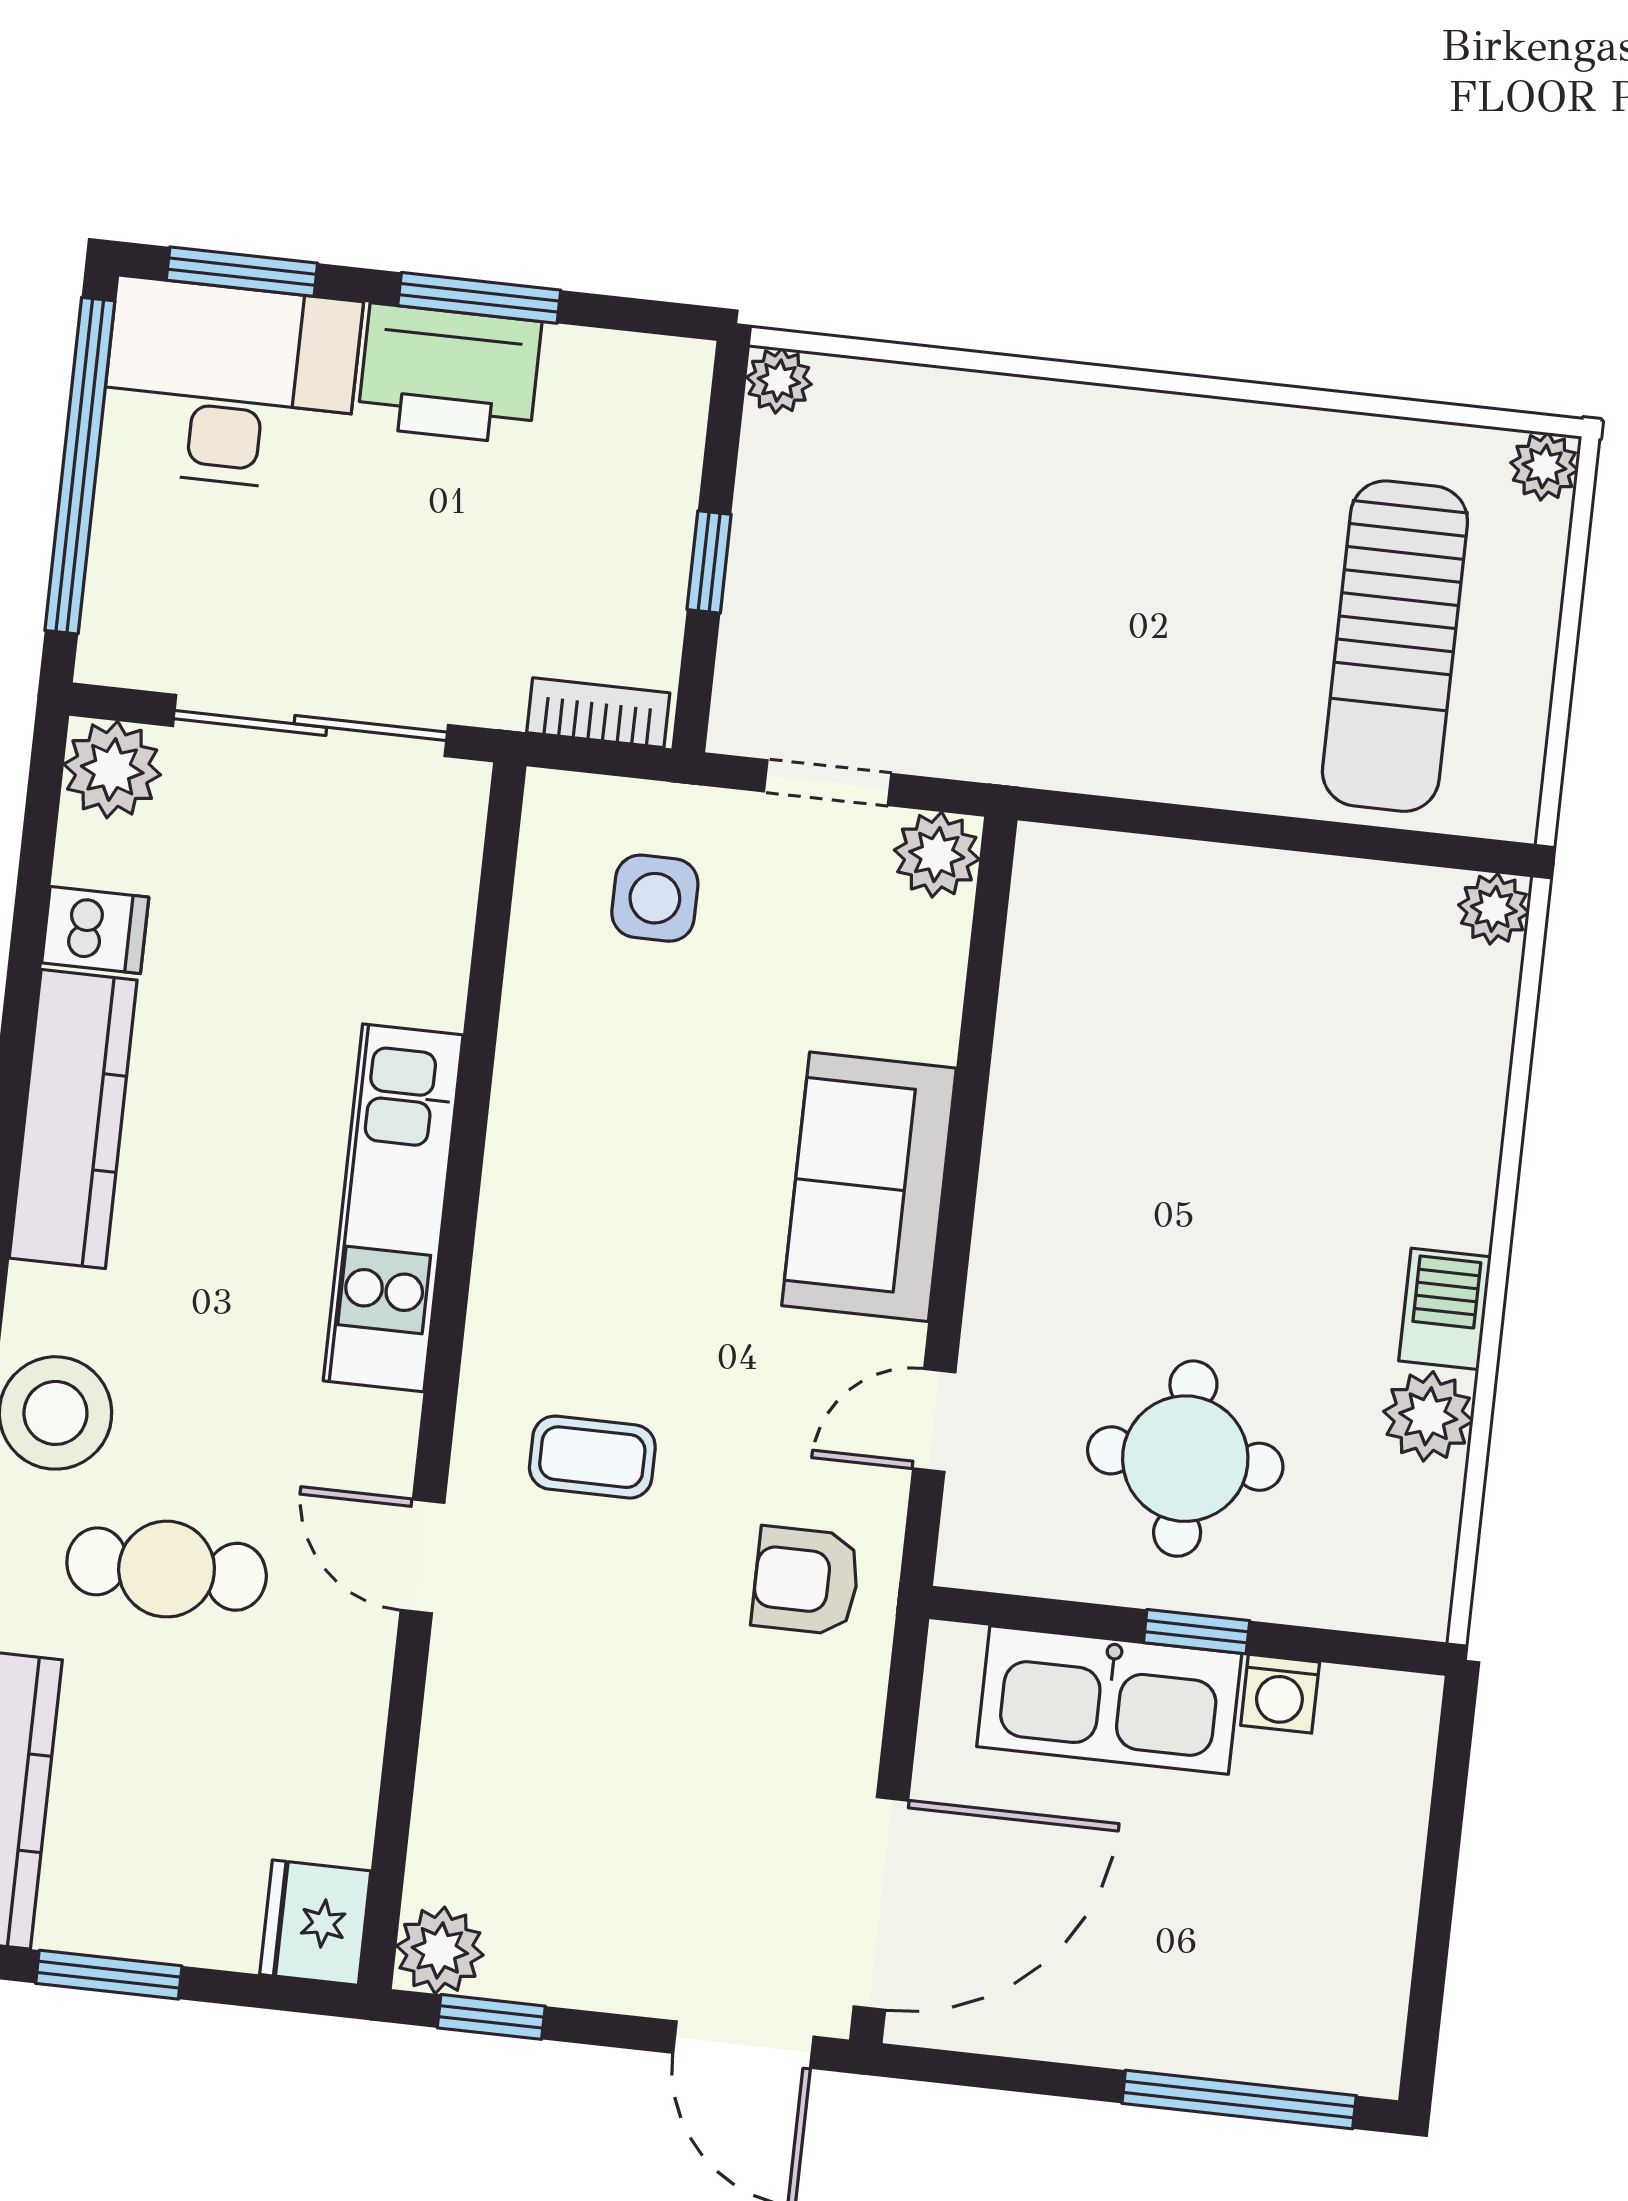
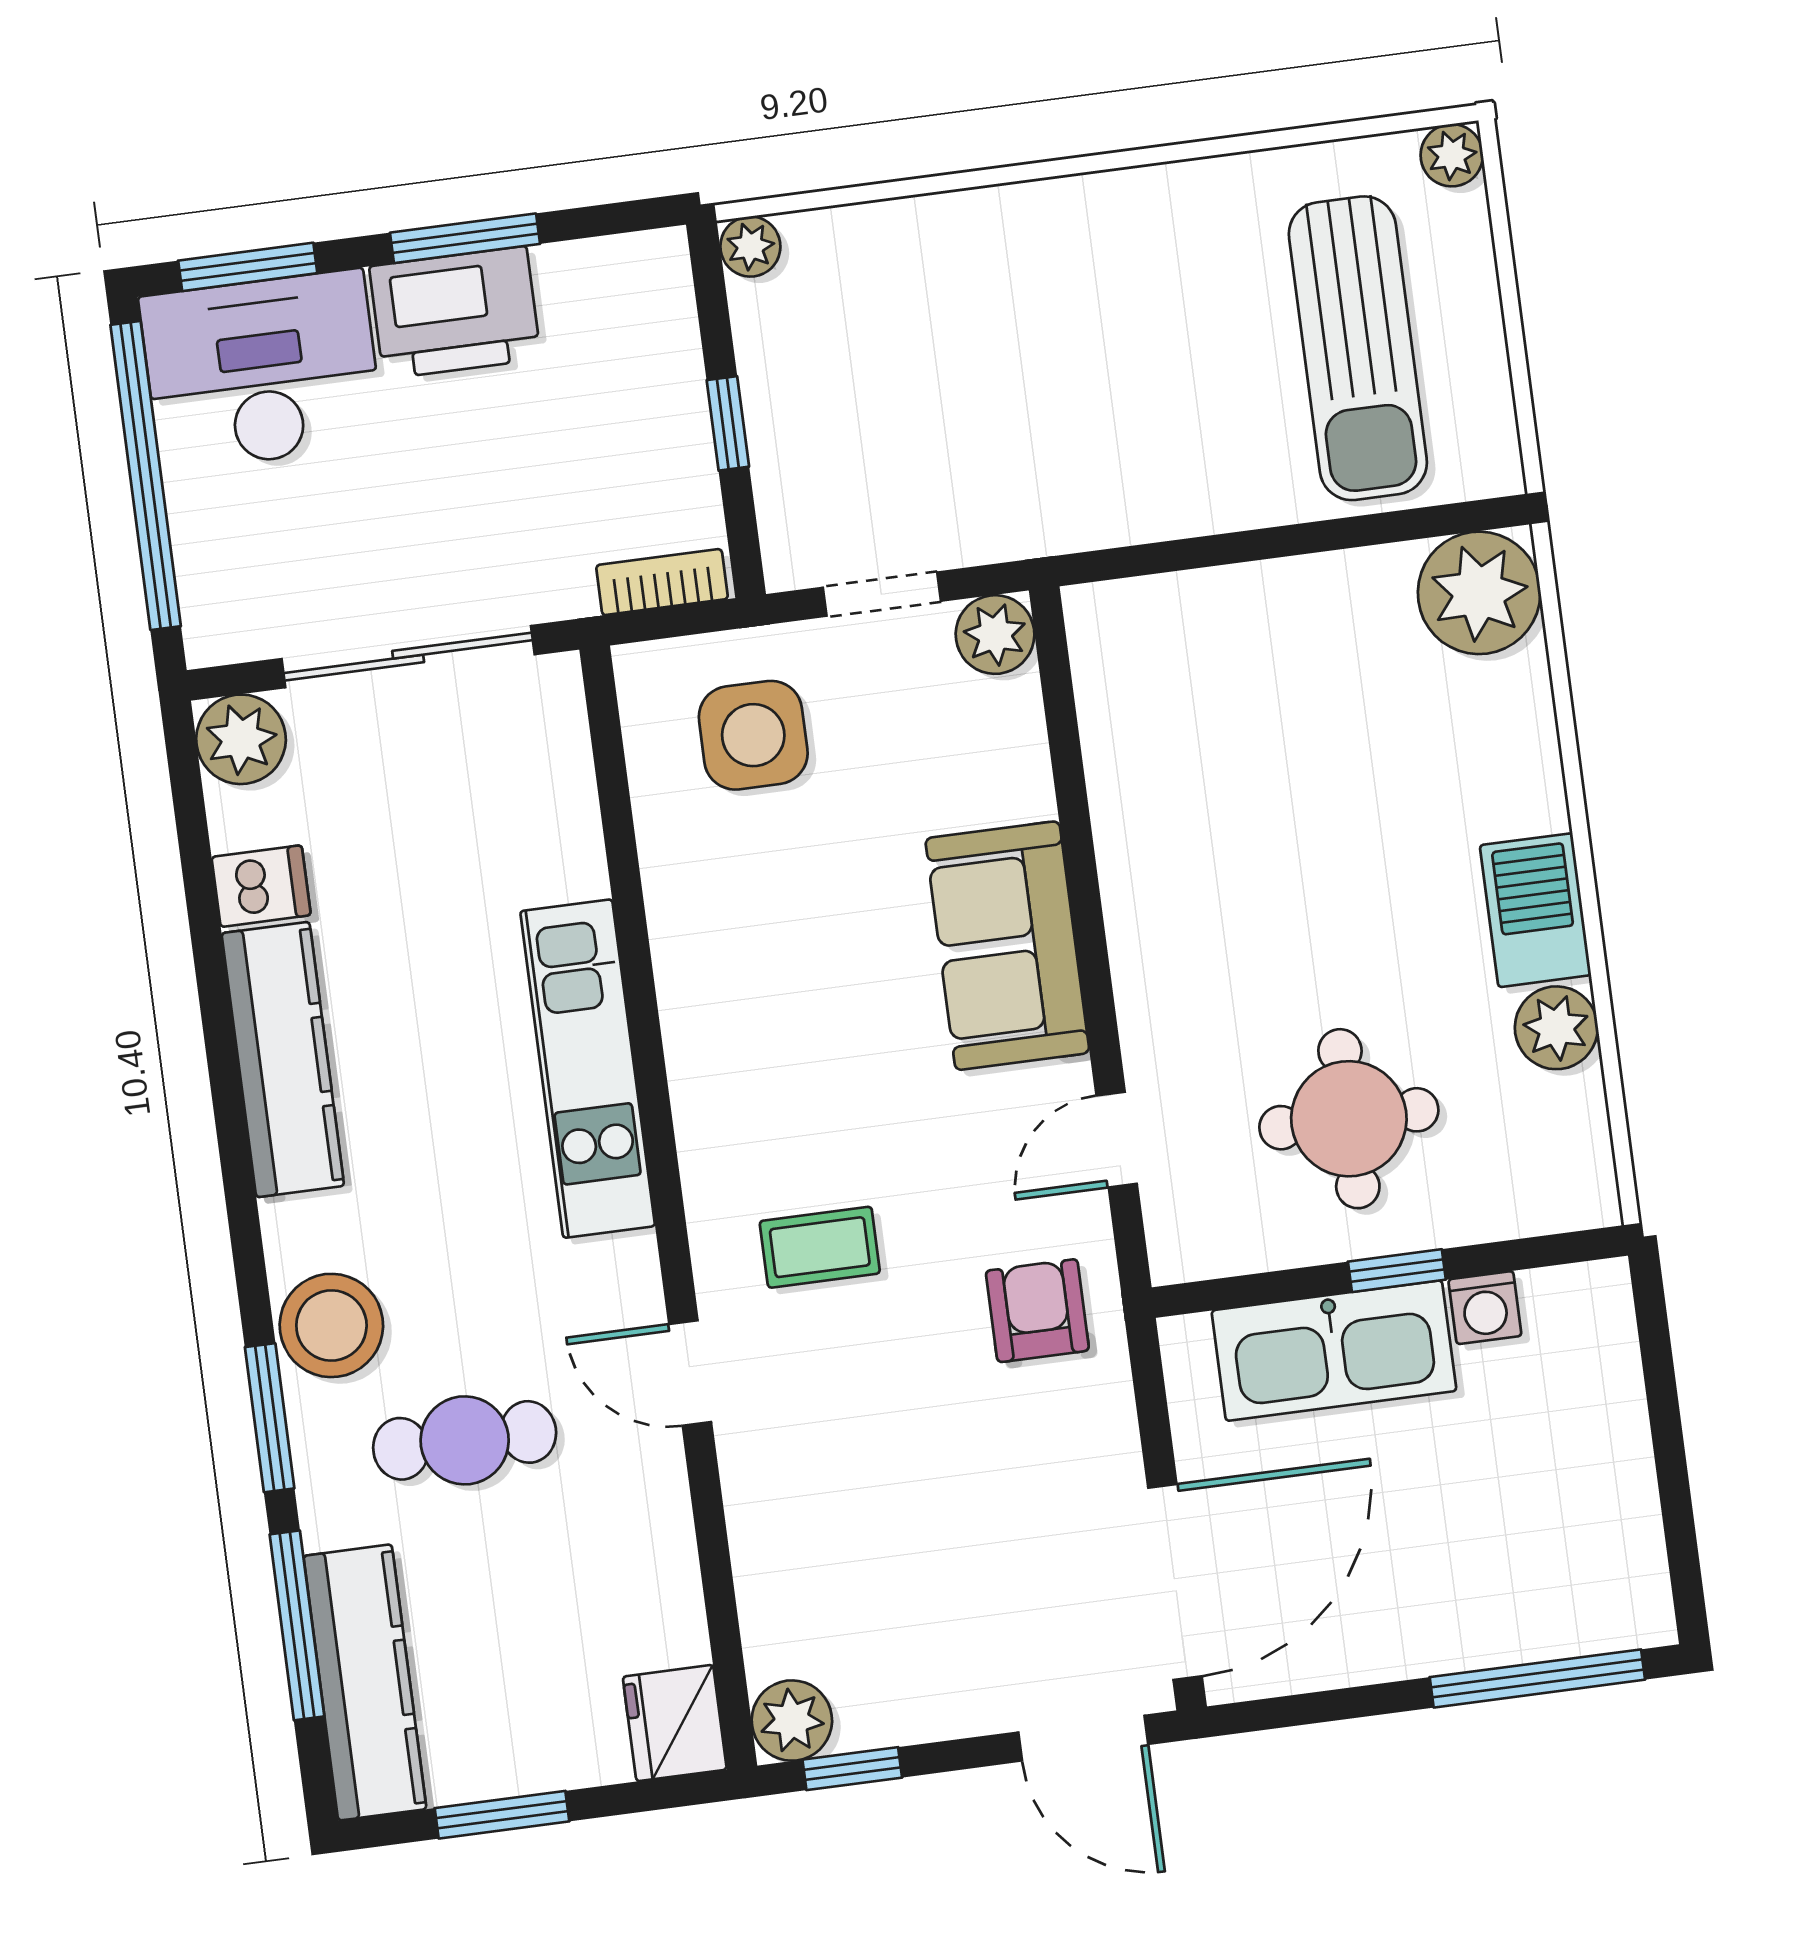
side table: (655, 898) -> (753, 735), width x1.37, depth x1.37
plant: (1494, 909) -> (1479, 593), width x1.87, depth x1.87
barbecue: (1445, 1309) -> (1535, 910), width x1.38, depth x1.27
armchair: (806, 1581) -> (1037, 1311), turned 90

